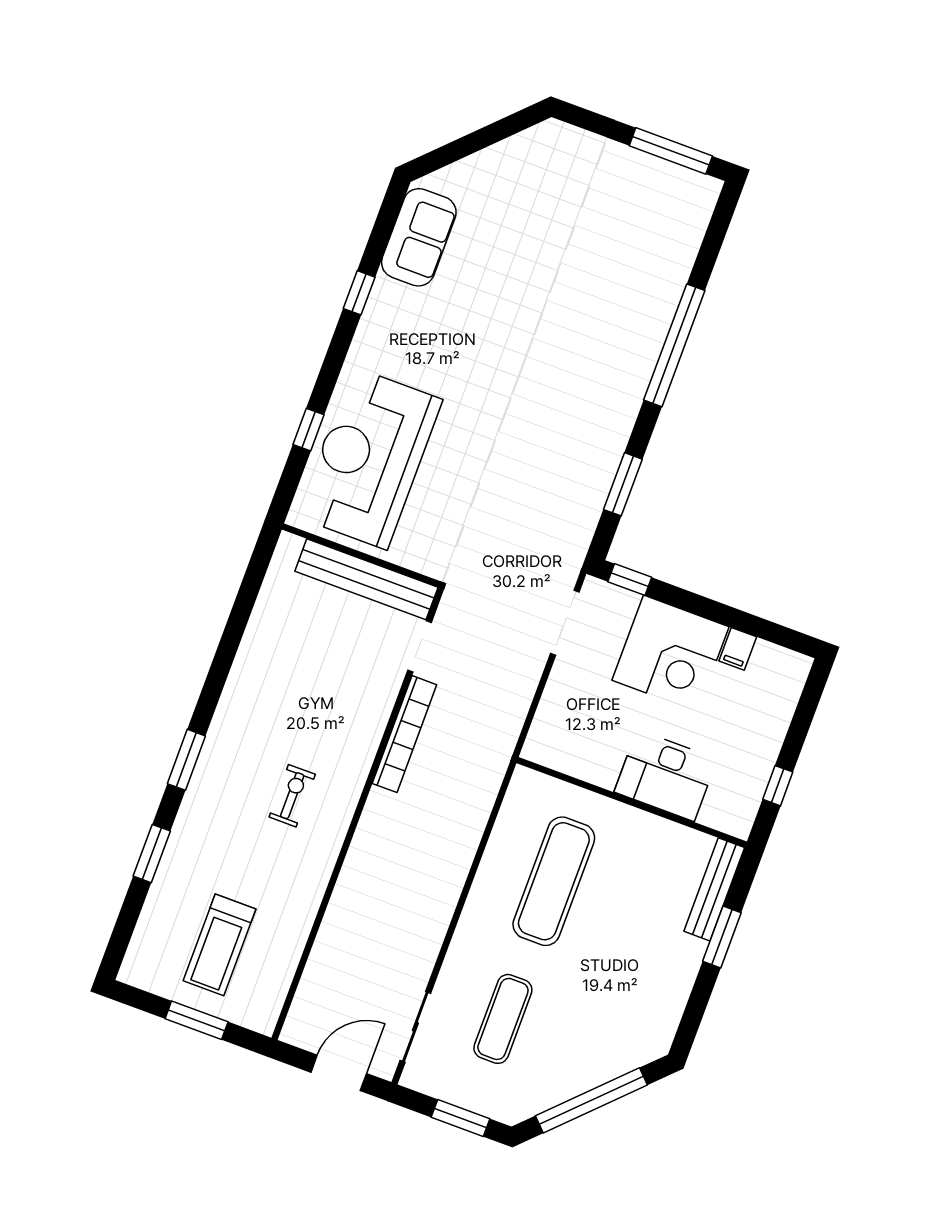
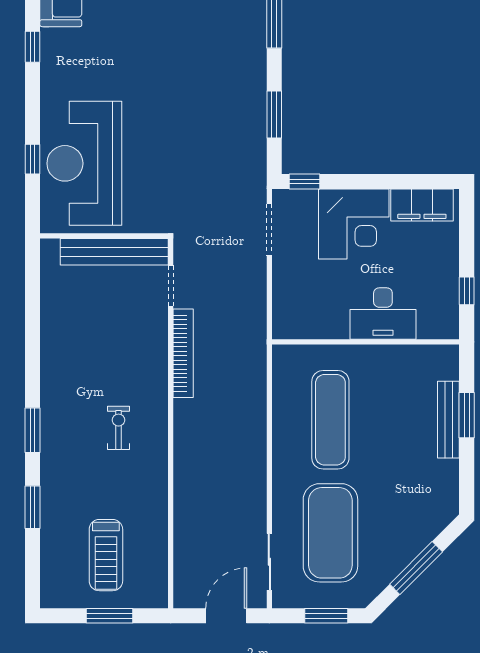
filing cabinet: (738, 649) -> (422, 205), width x3.00, depth x1.17
bench: (714, 889) -> (448, 420), moved
exercise mat: (503, 1019) -> (330, 533), width x2.00, depth x1.45
window: (591, 1100) -> (416, 568), width x0.68

